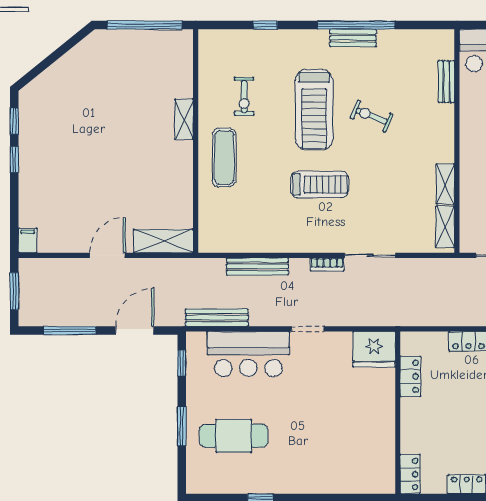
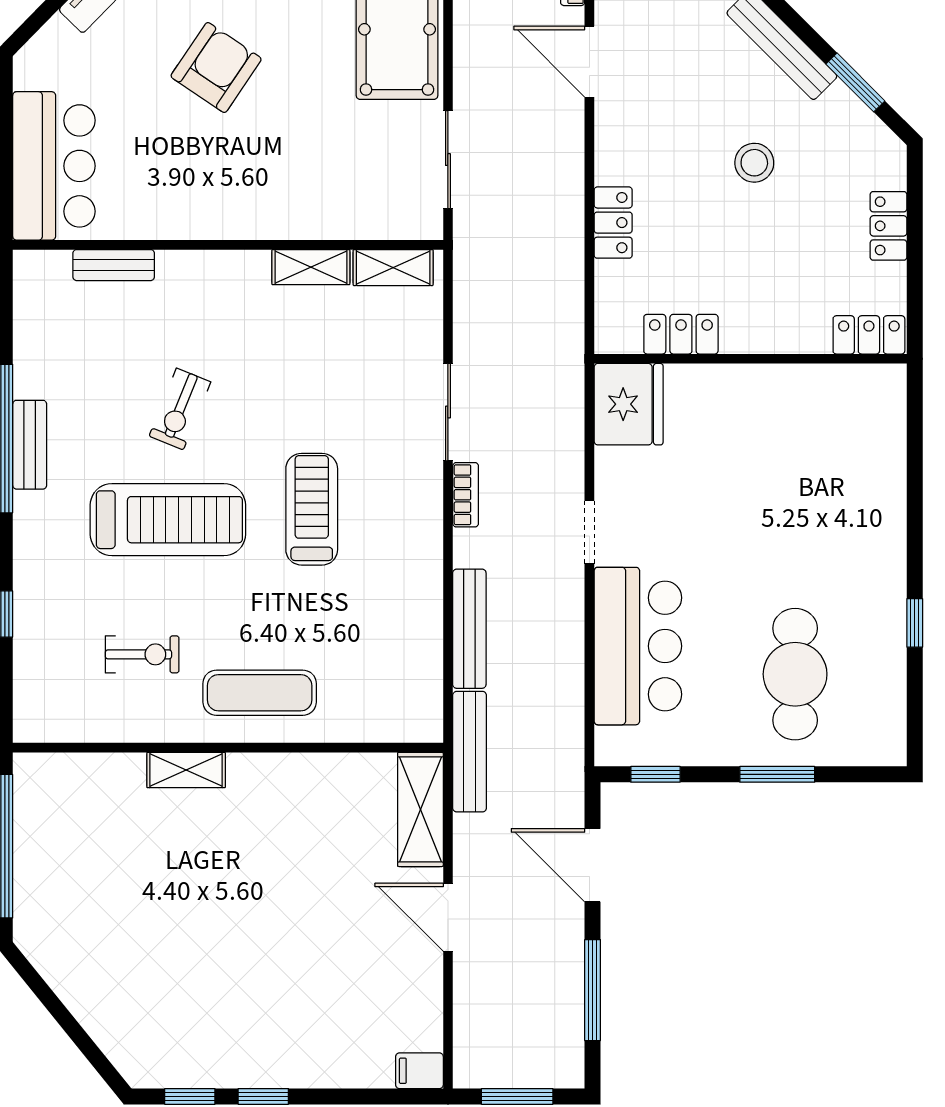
bench: (217, 318) -> (470, 752), moved

